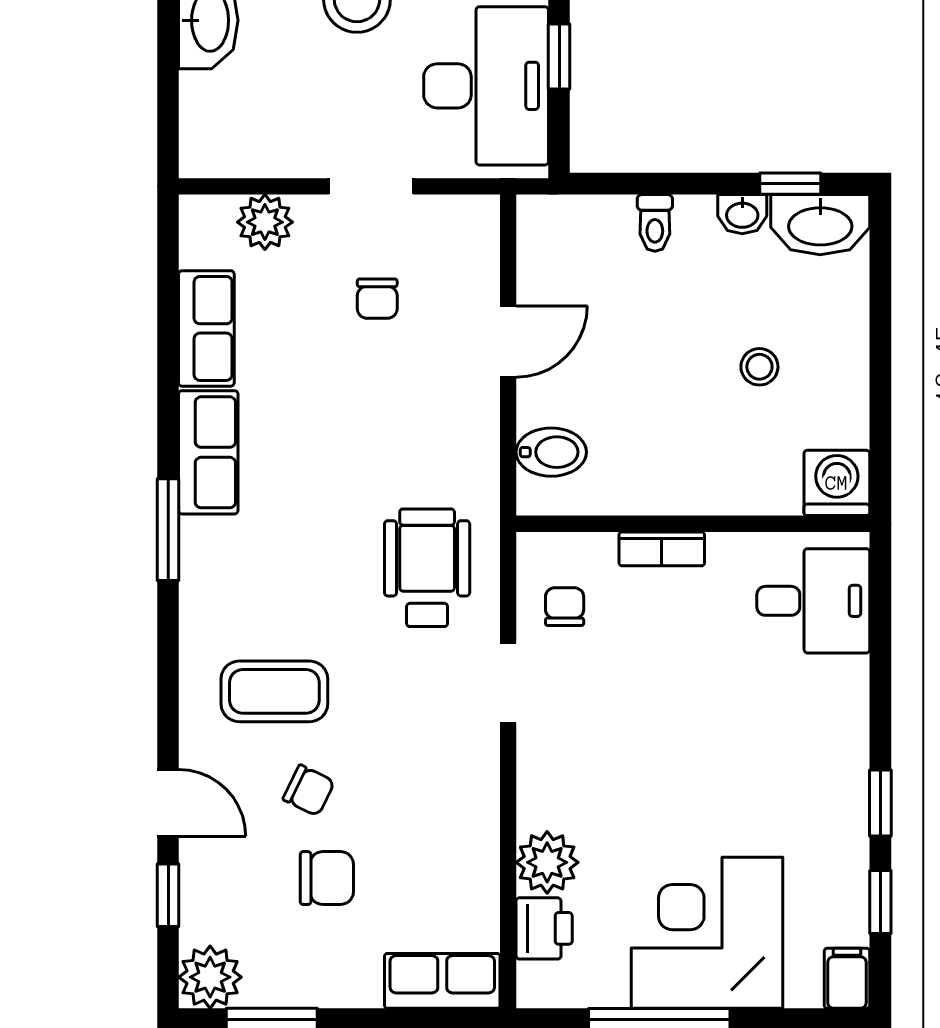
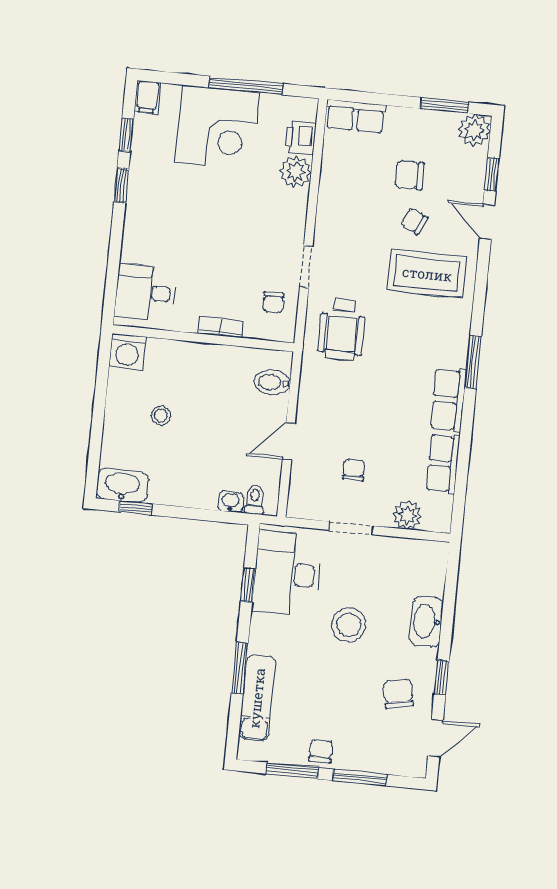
washbasin: (742, 214) -> (231, 502), moved
toilet: (655, 223) -> (255, 499), moved
coffee table: (274, 691) -> (427, 274), width x1.36, depth x1.32

